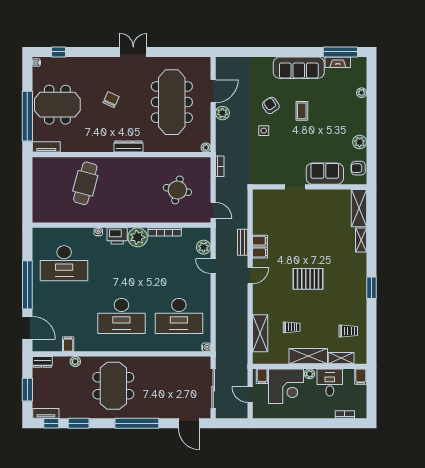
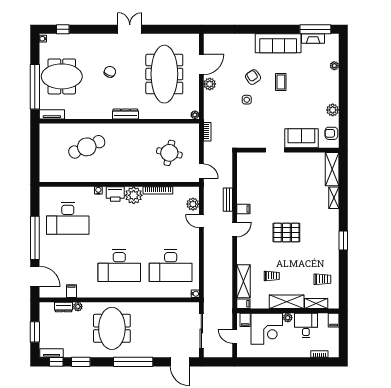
cafe table: (85, 183) -> (87, 147), turned 52
filing cabinet: (260, 241) -> (243, 304), moved
dresser: (42, 362) -> (64, 307), moved

